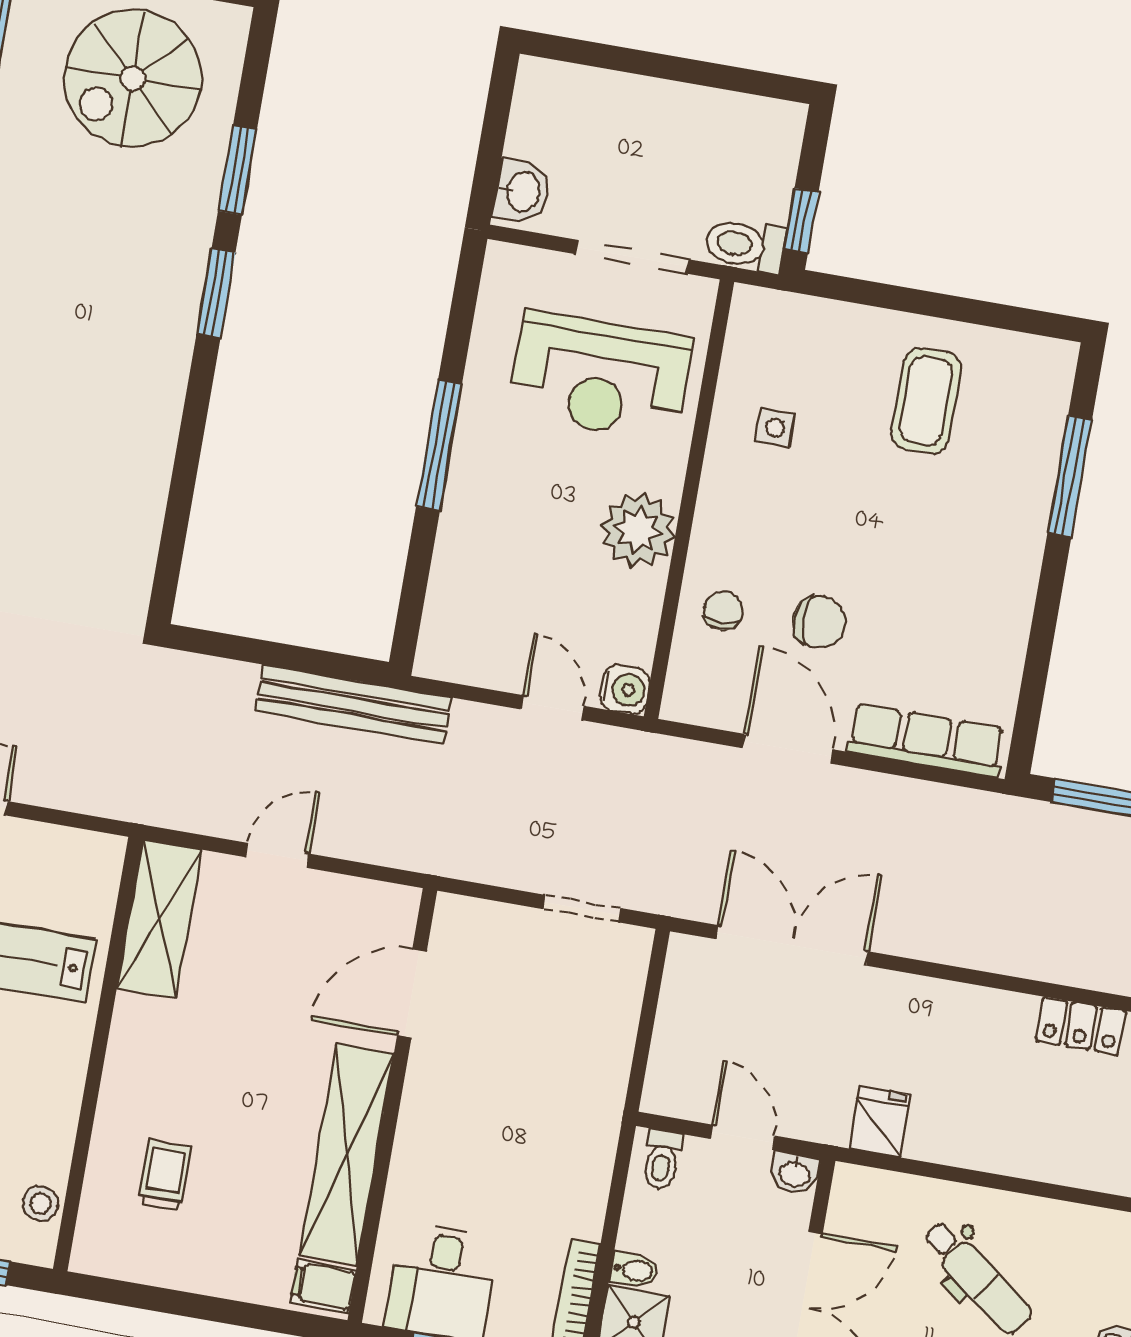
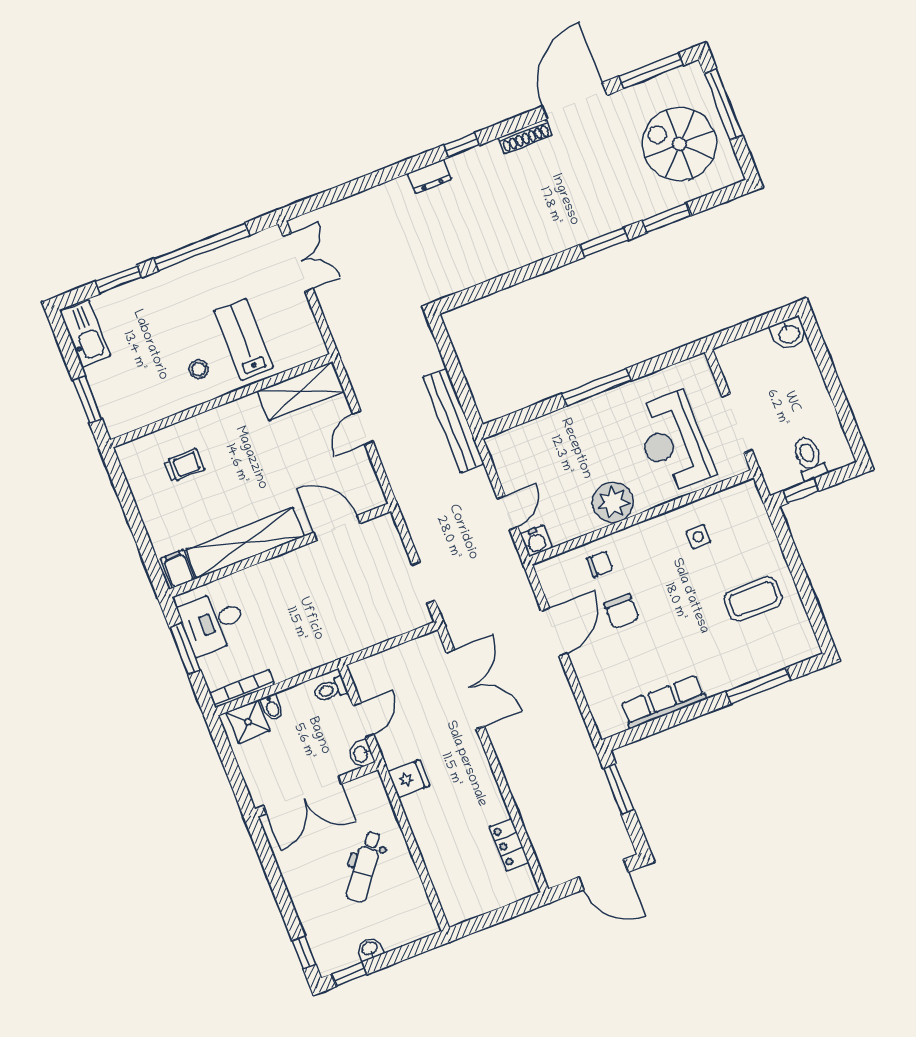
washbasin: (522, 191) -> (789, 334), moved
toilet: (745, 245) -> (809, 458), moved
row of seats: (926, 740) -> (663, 702), moved, turned -90
door: (277, 855) -> (363, 428), swing flipped
stool: (41, 1203) -> (199, 369), moved

